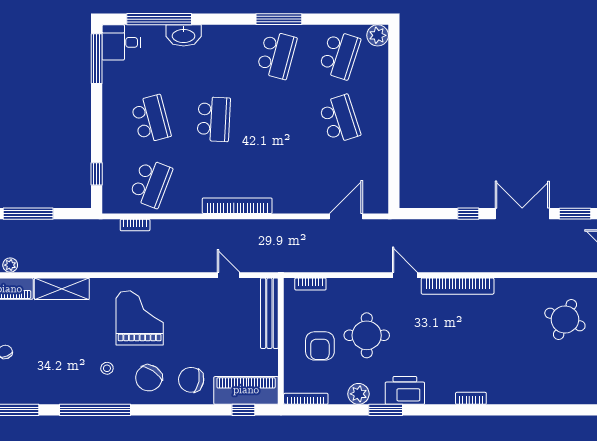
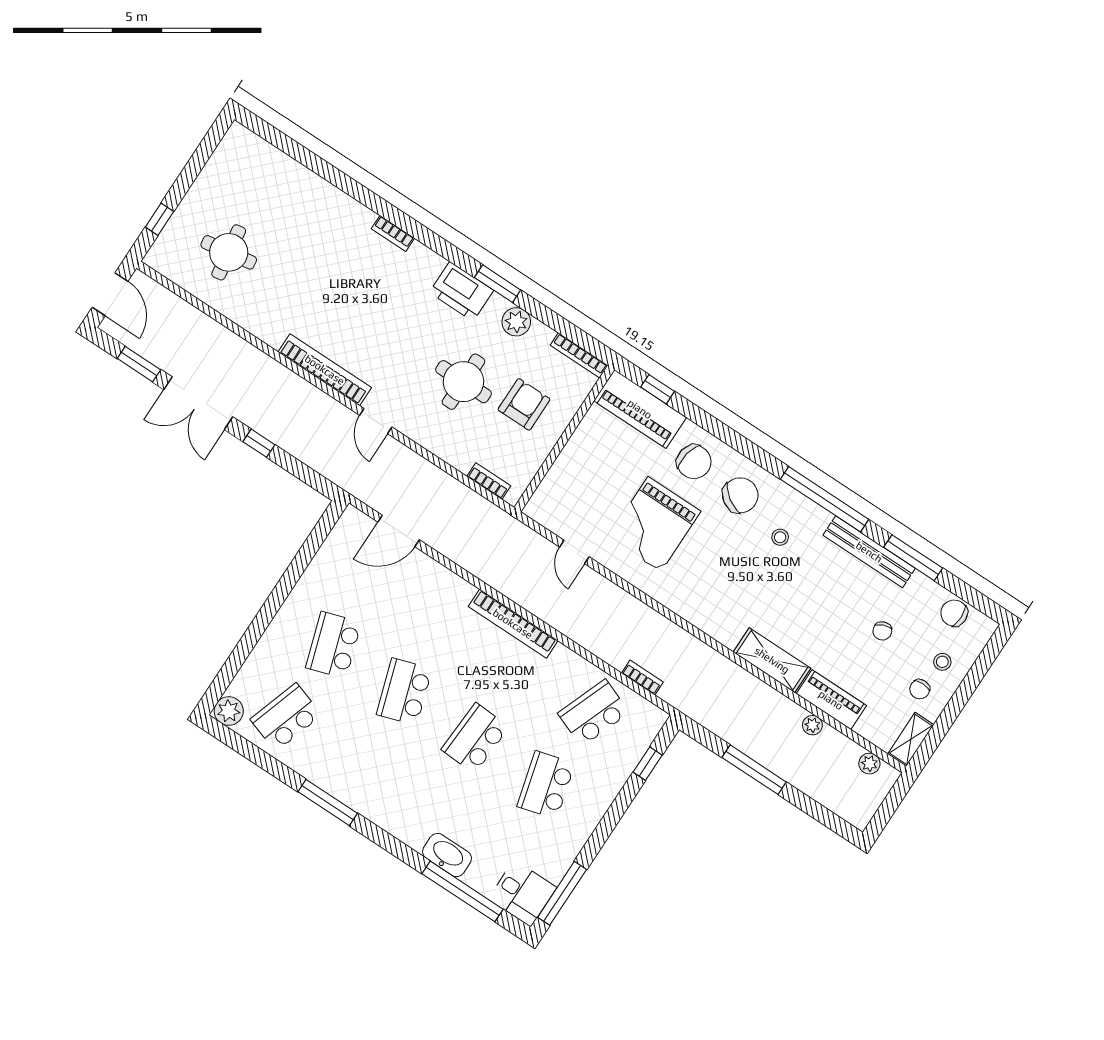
school desk: (277, 55) -> (404, 692), moved, turned -33
bench: (269, 313) -> (869, 552), moved, turned 90
grand piano: (140, 318) -> (654, 524), moved
round table: (565, 319) -> (229, 252), turned -32

